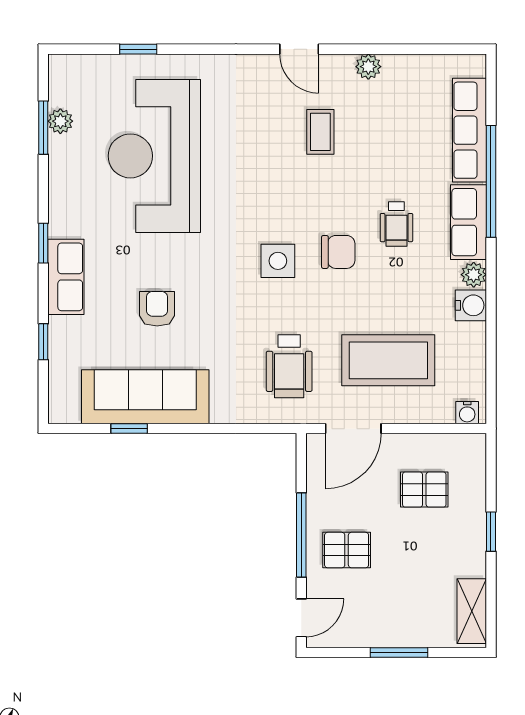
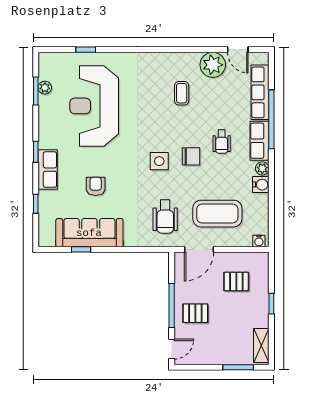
door: (299, 49) -> (238, 50), moved
plant: (368, 67) -> (213, 65), width x1.88, depth x1.88
window: (399, 652) -> (238, 367), moved

